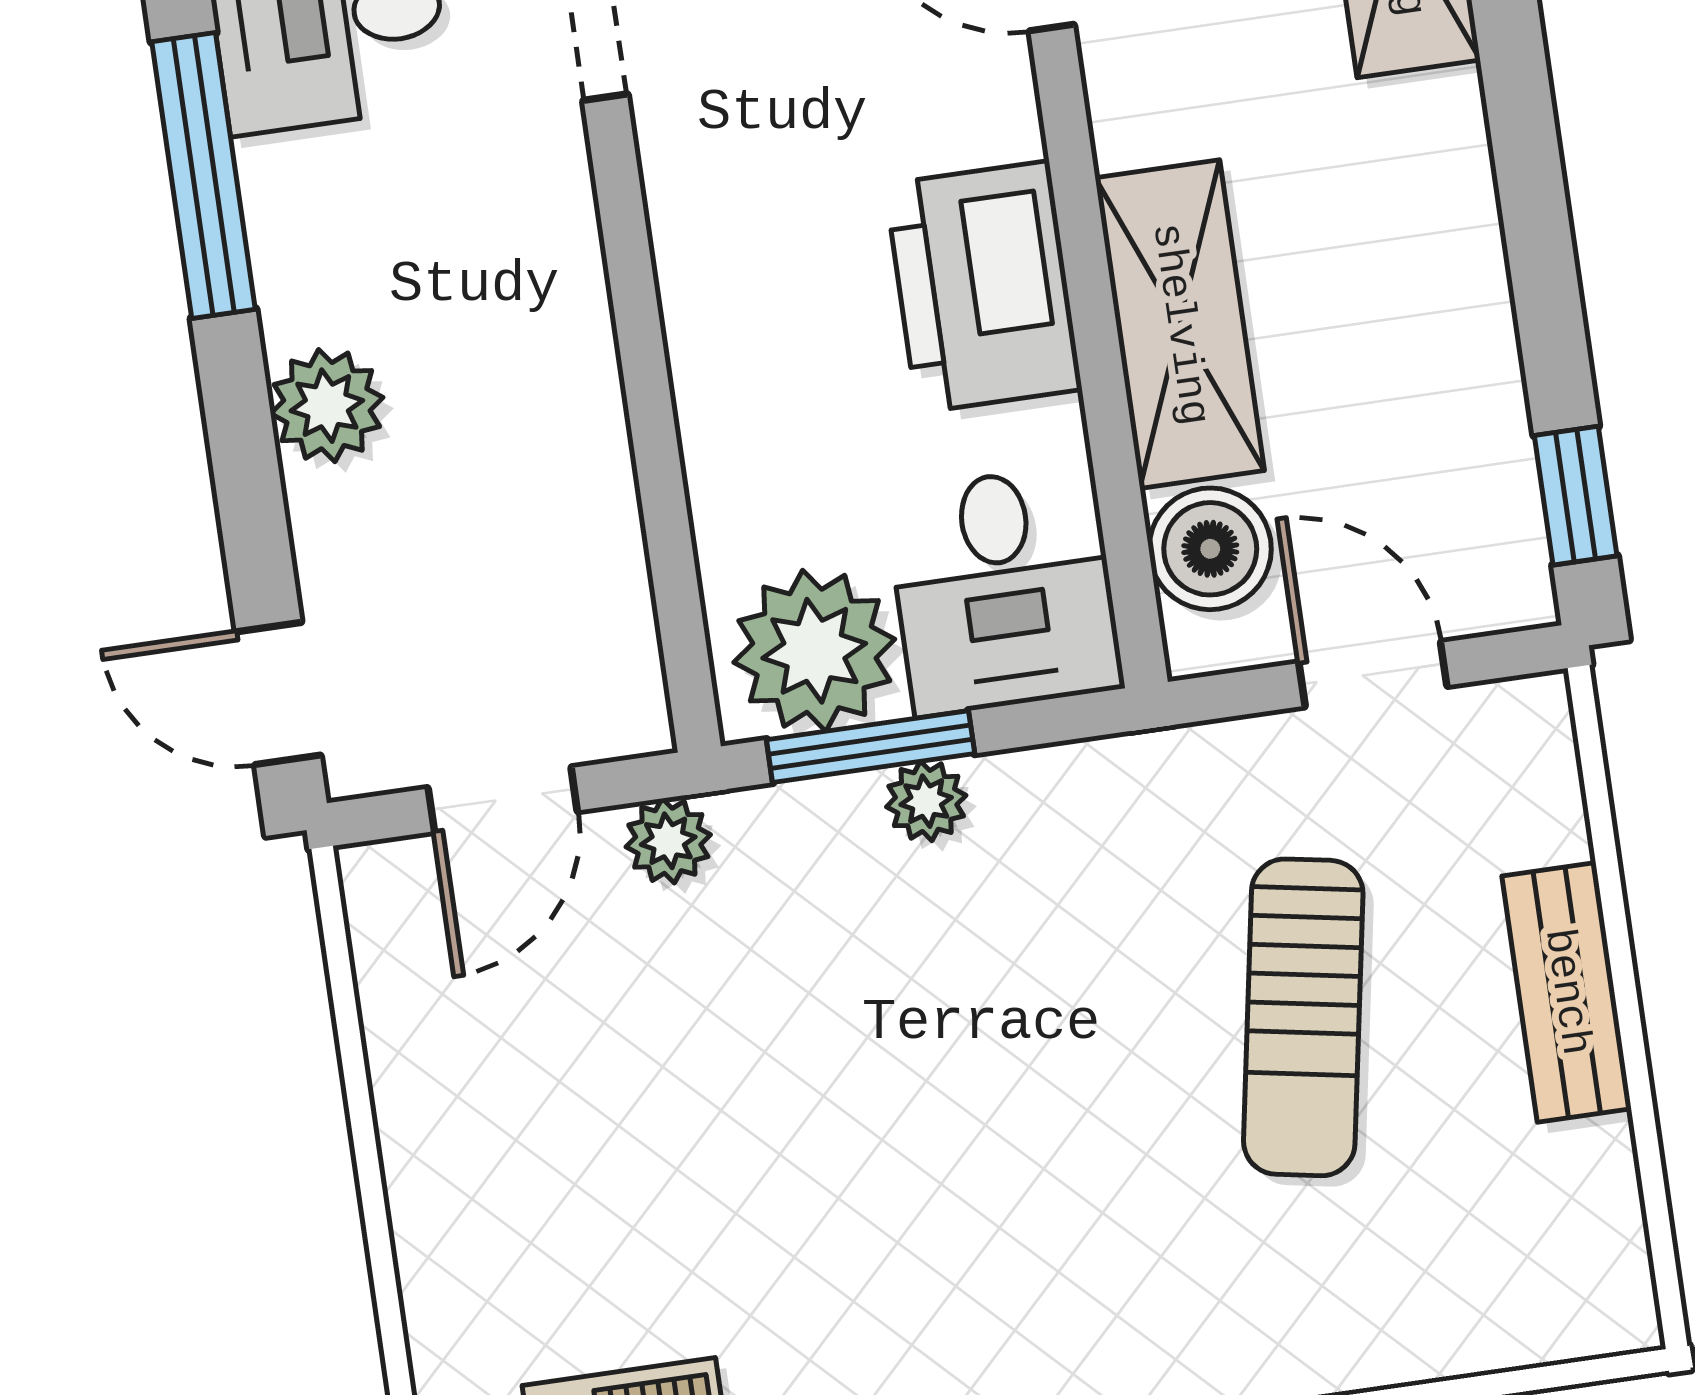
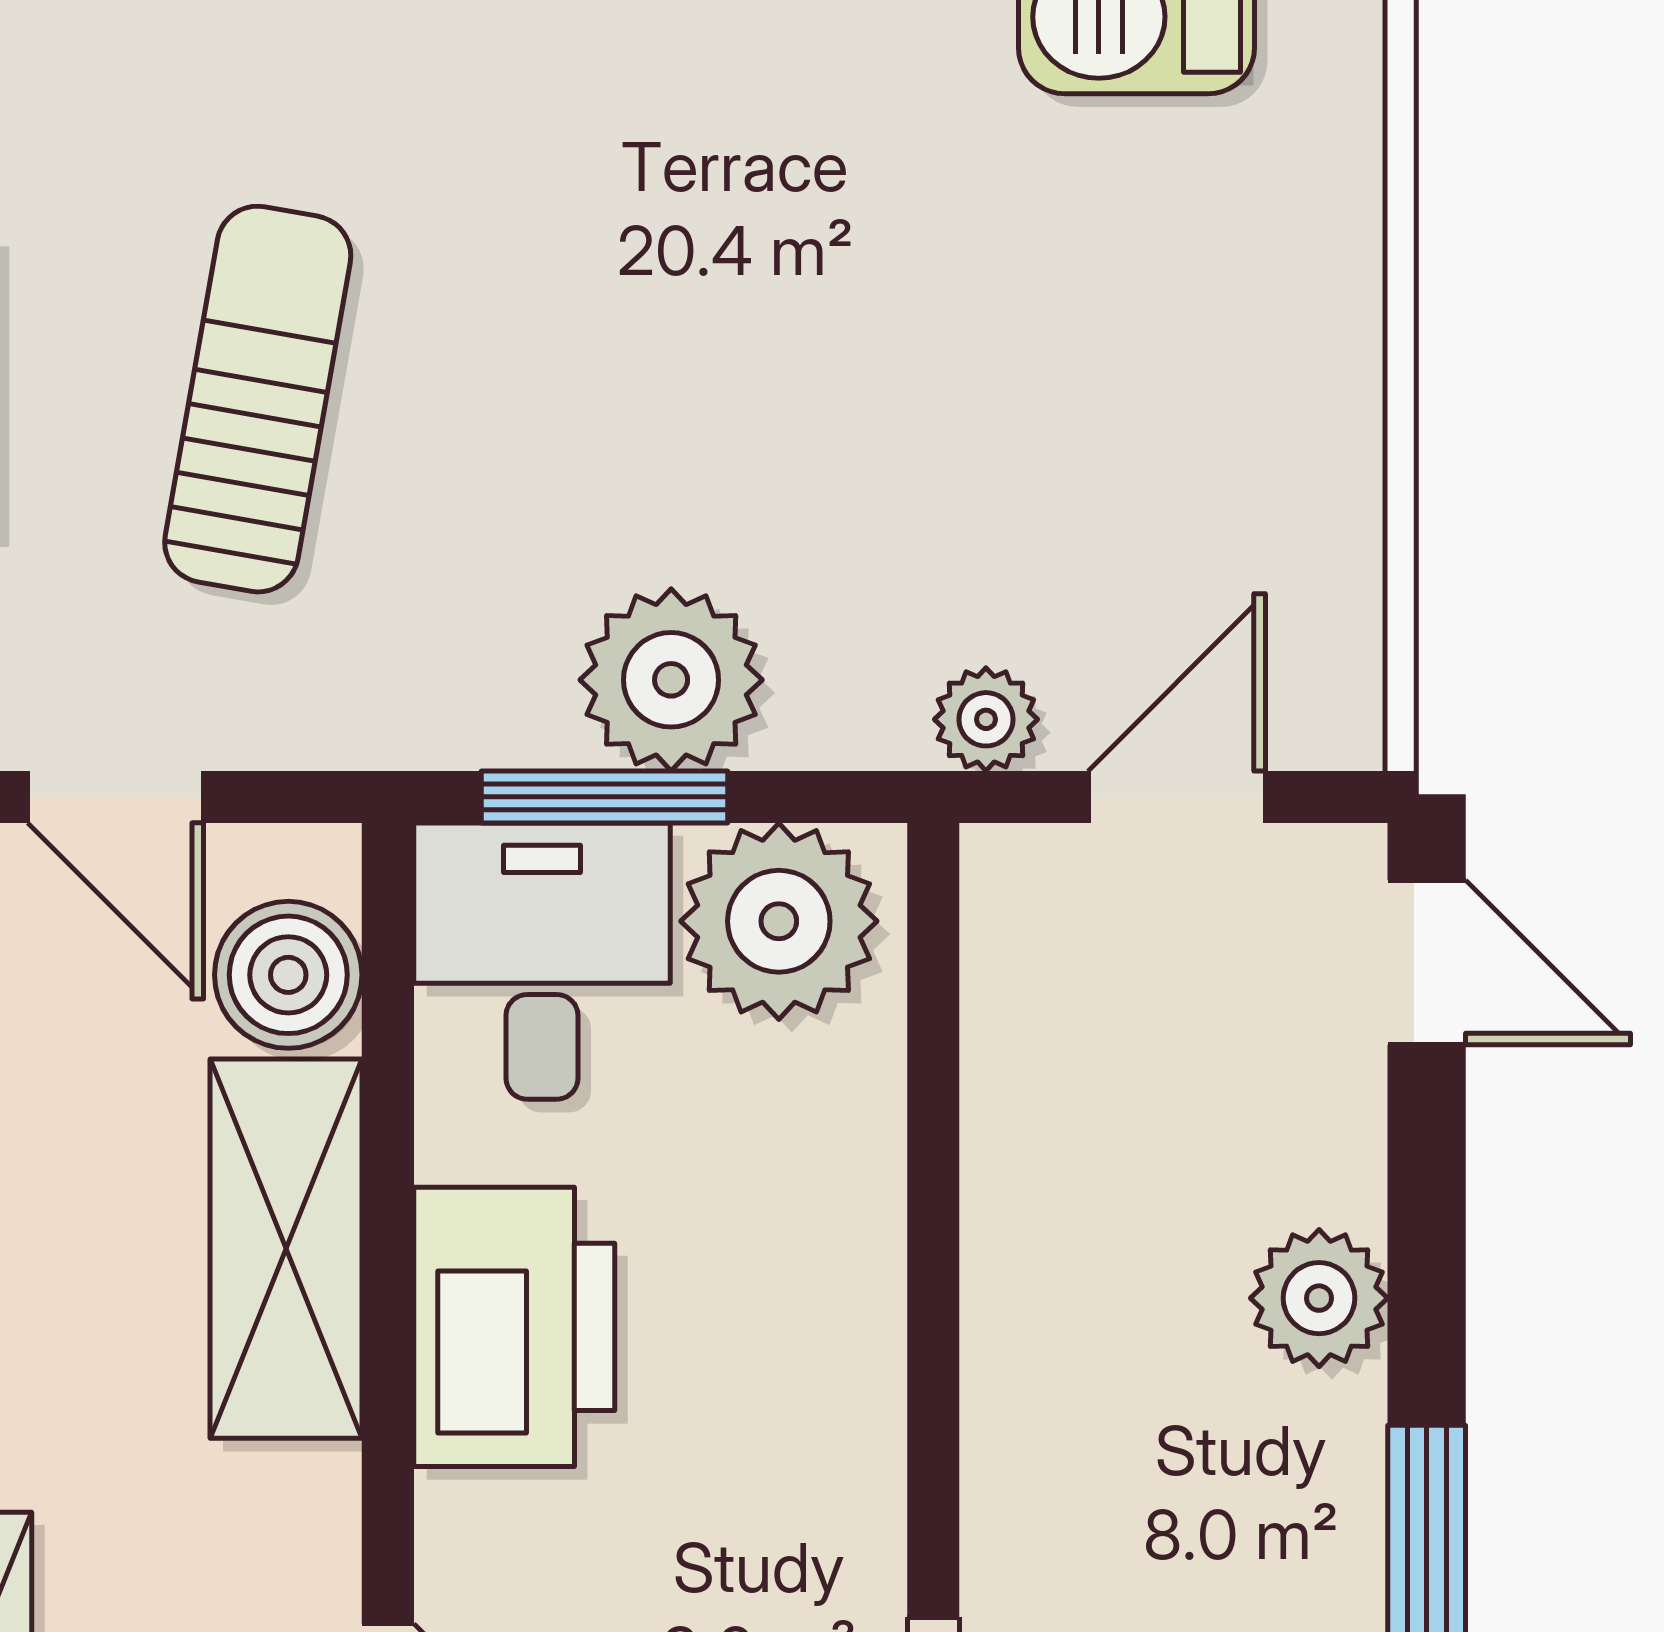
window: (871, 747) -> (605, 797), moved
plant: (926, 801) -> (671, 680), width x1.88, depth x1.88

